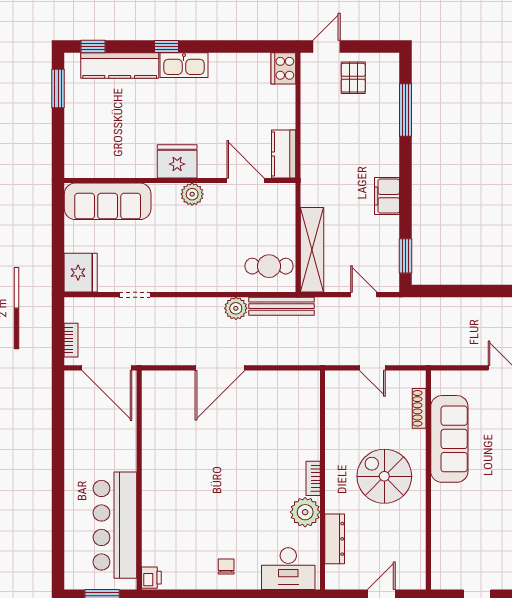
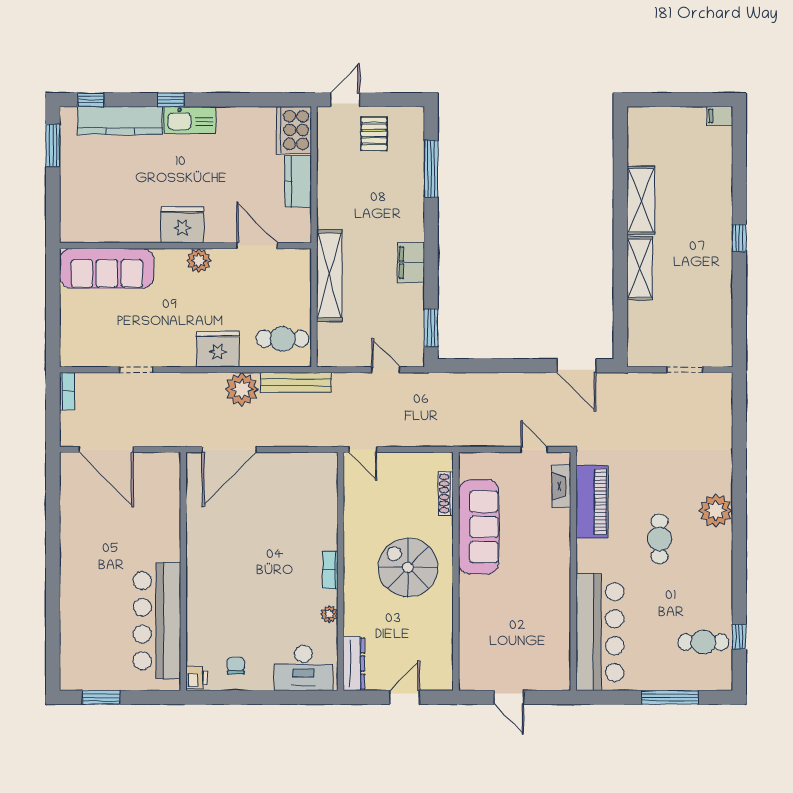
cooker: (283, 68) -> (294, 130), width x1.37, depth x1.31
kitchen counter: (284, 154) -> (298, 181), moved
shelving: (312, 250) -> (329, 276), moved
fridge: (81, 273) -> (218, 349), moved, turned -90
plant: (236, 308) -> (242, 389), width x1.36, depth x1.36
bookcase: (71, 340) -> (67, 391), moved
door: (372, 368) -> (363, 450), moved
wall: (139, 480) -> (183, 571), moved
plant: (305, 512) -> (329, 614), width x0.53, depth x0.53
bar counter: (115, 525) -> (157, 621), moved
dresser: (335, 539) -> (354, 664), moved
printer: (151, 578) -> (197, 678), moved

